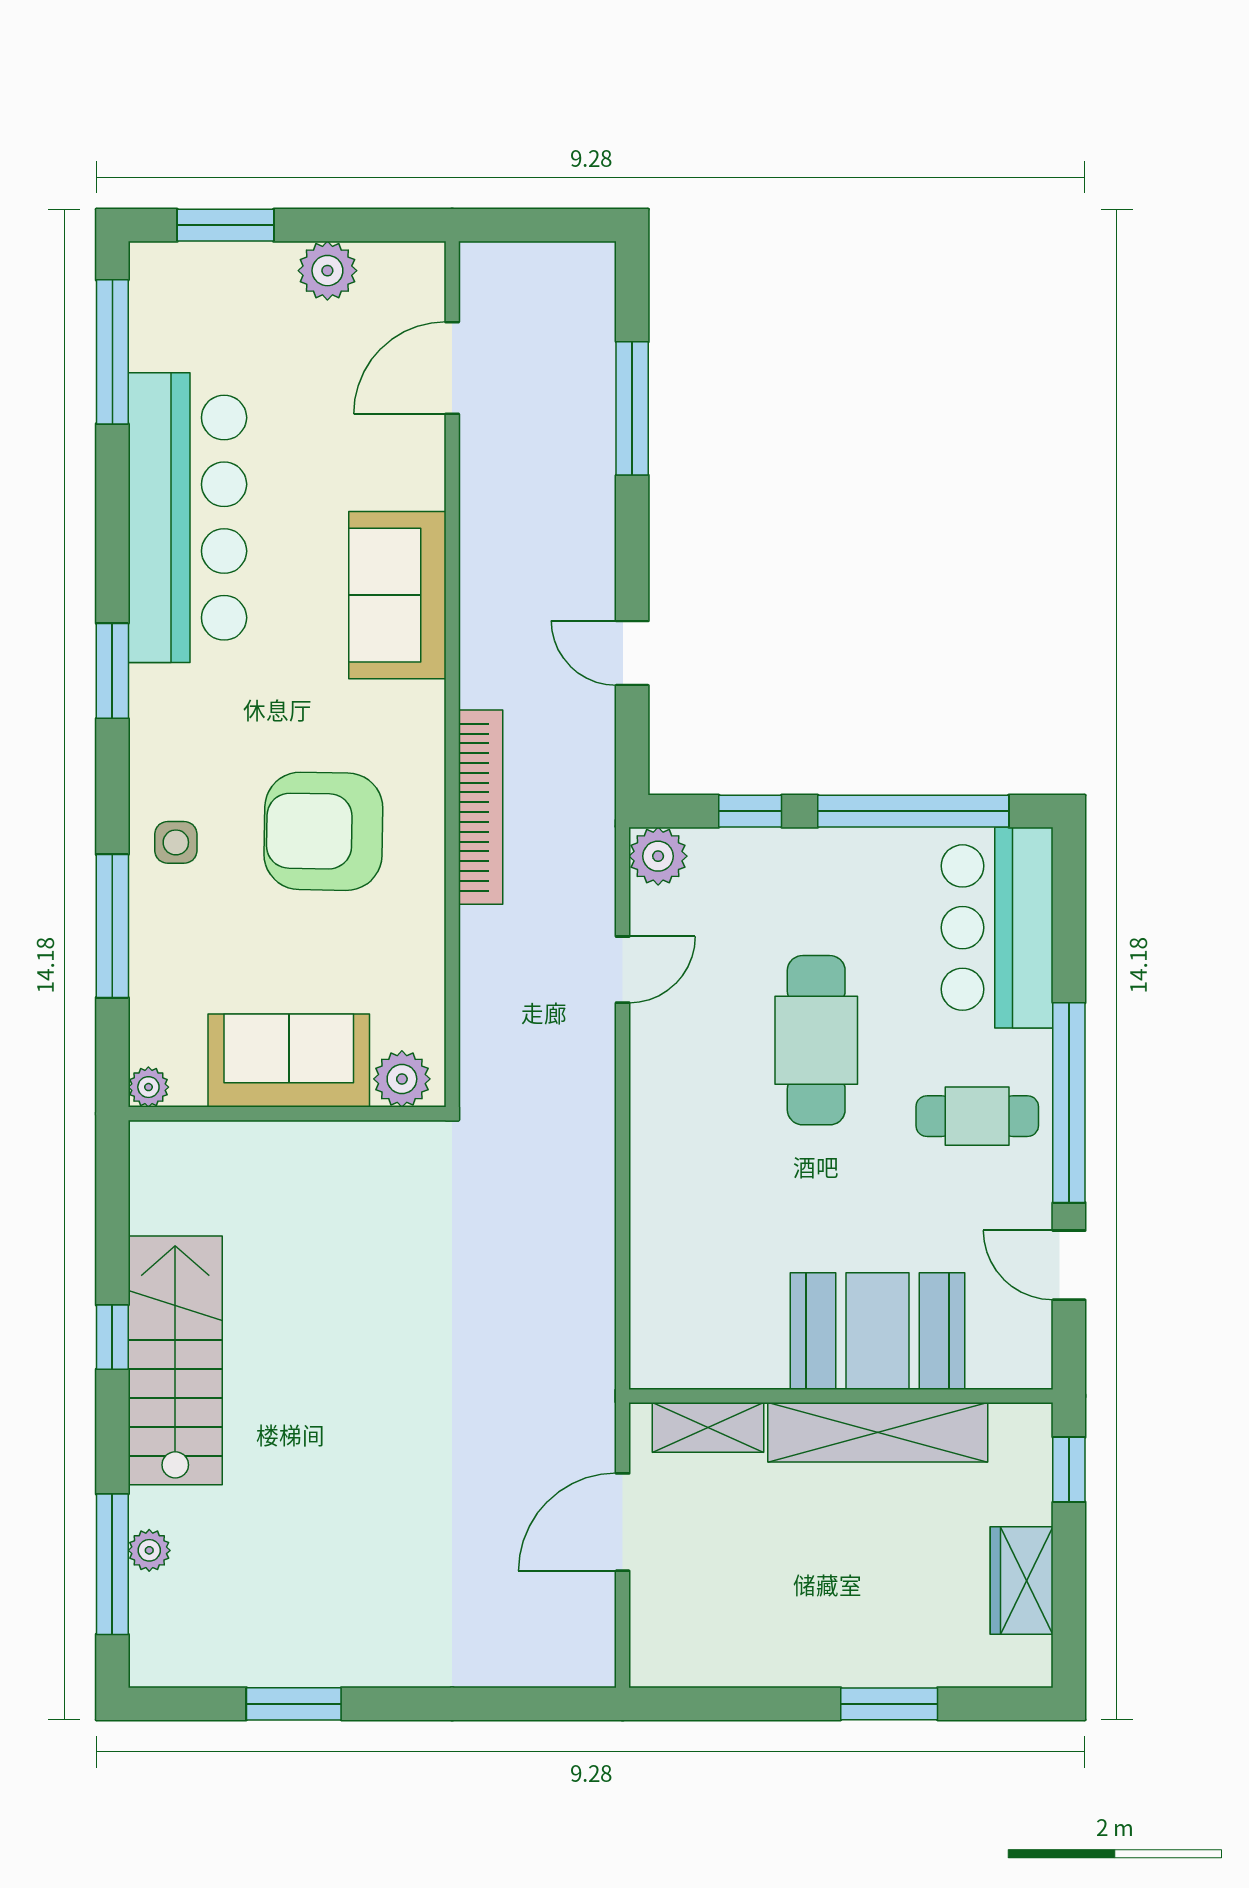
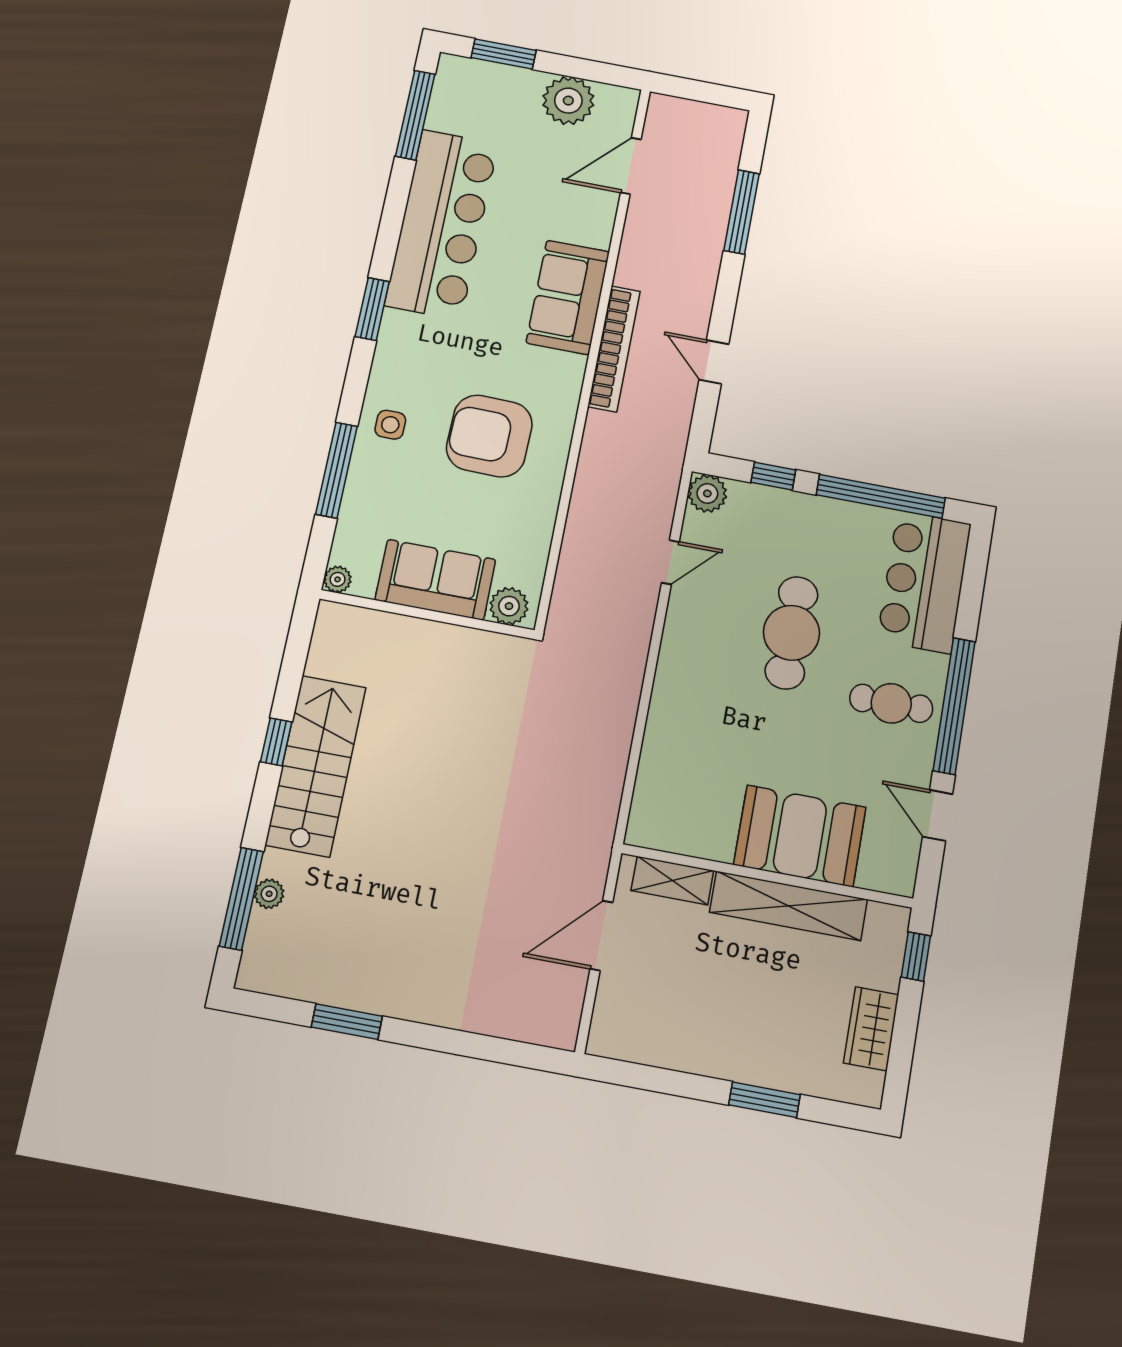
plant: (327, 271) -> (568, 101), width x1.36, depth x1.36
bookcase: (481, 807) -> (614, 349), moved

